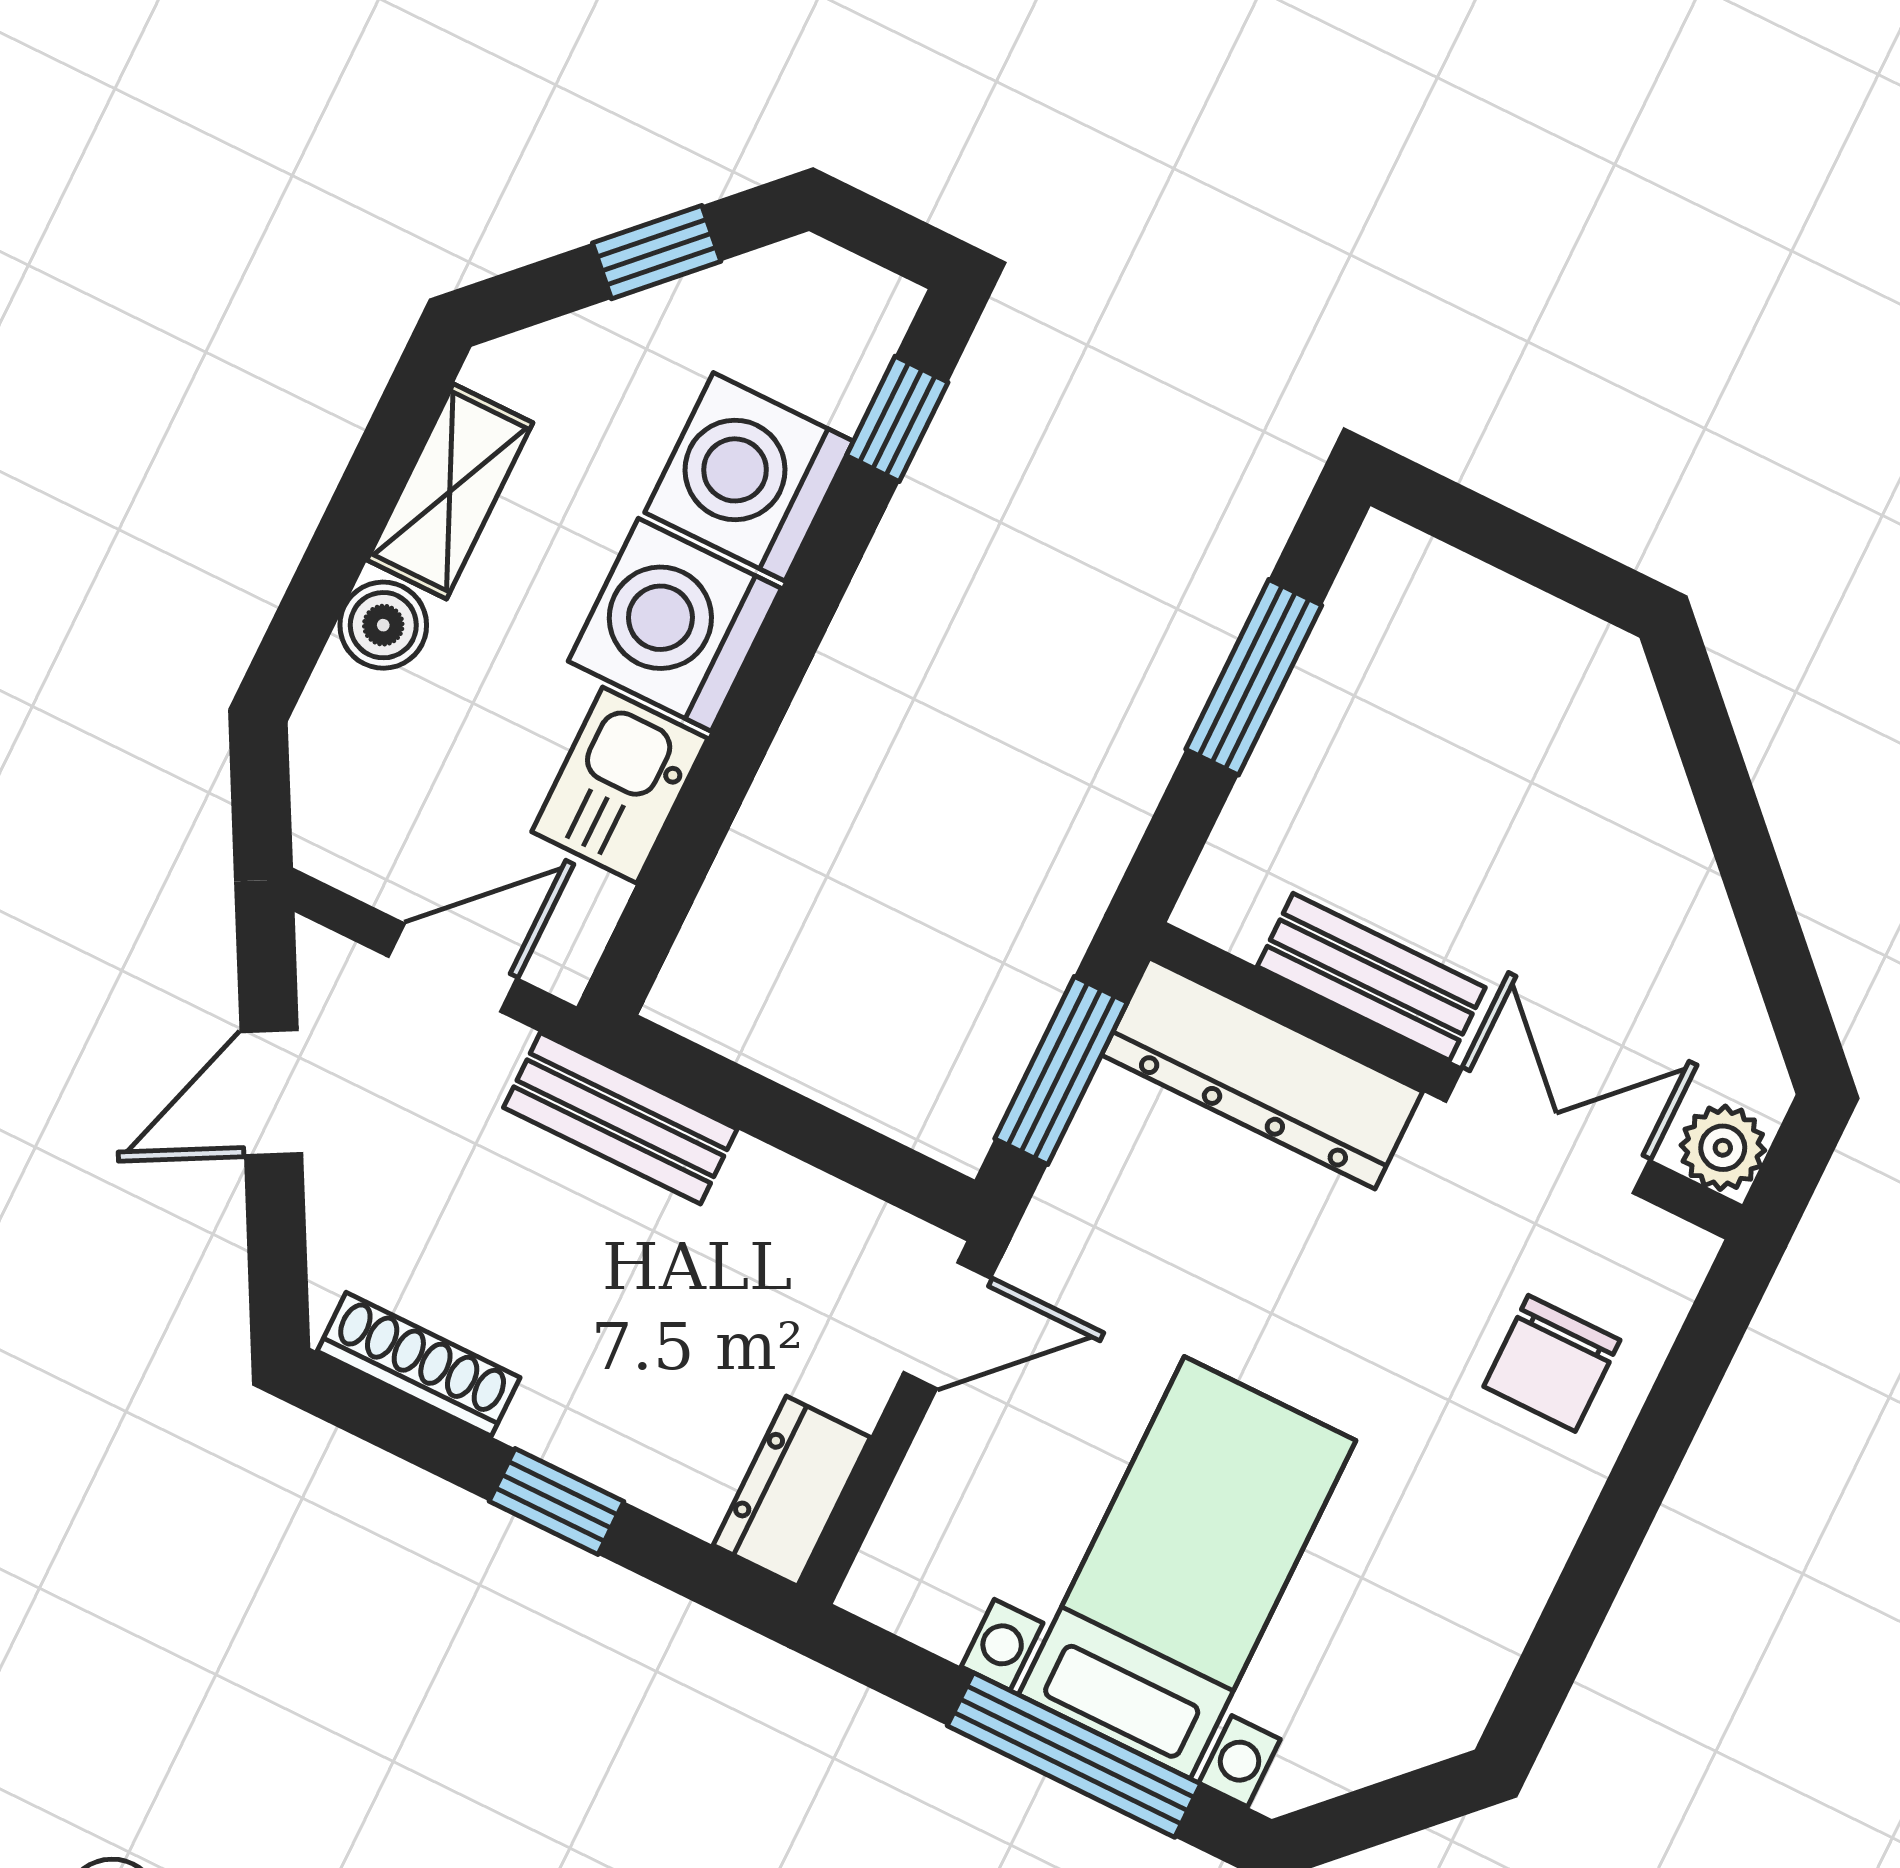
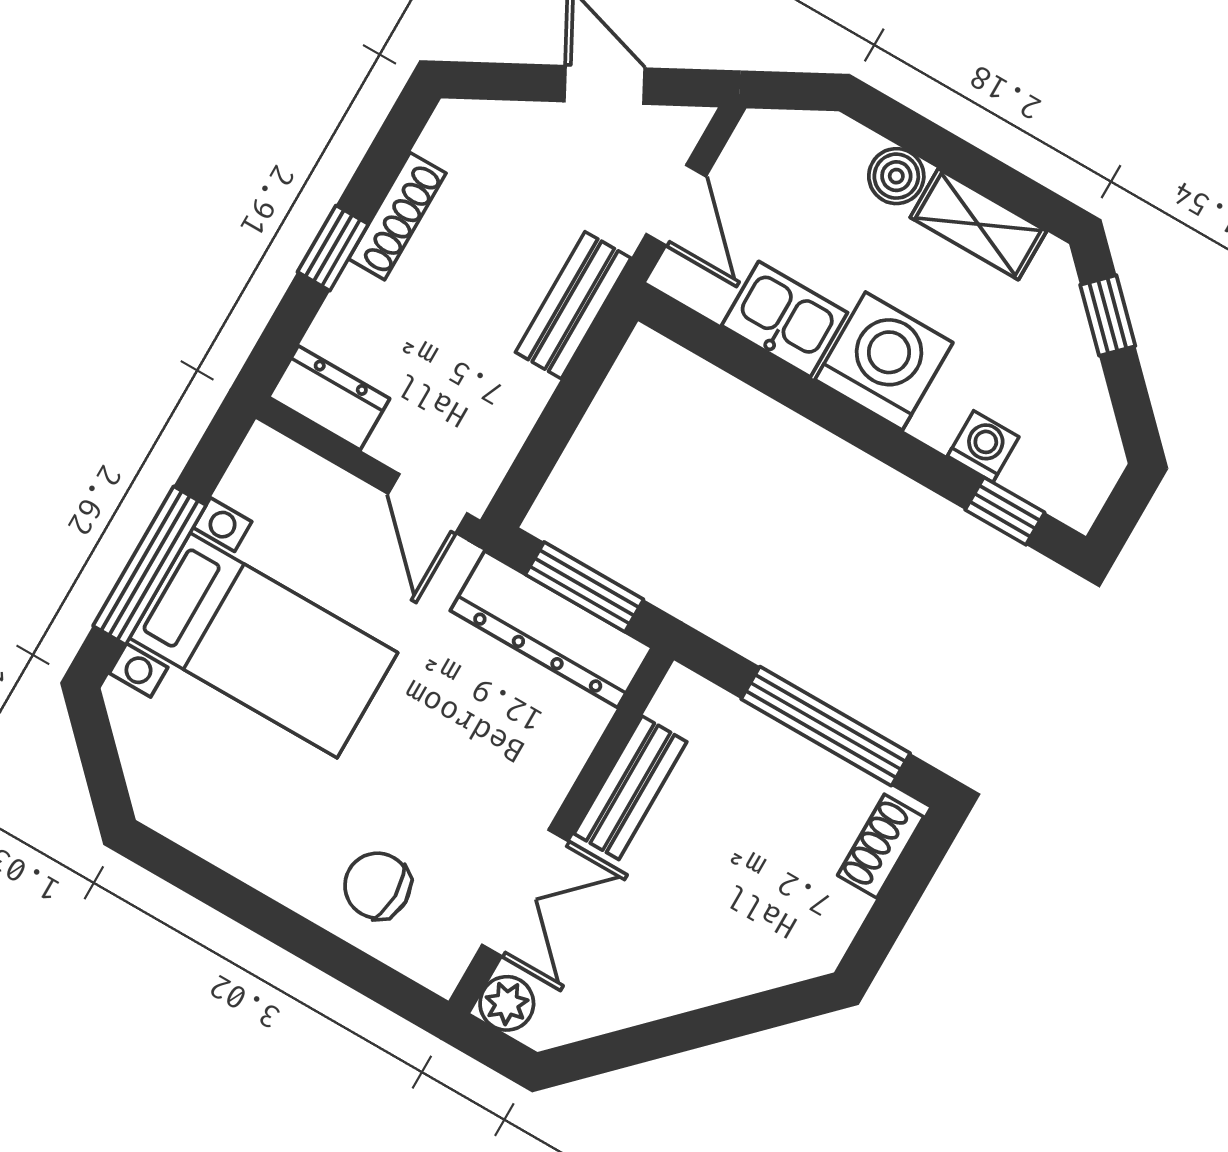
window: (657, 252) -> (1108, 315), moved
washing machine: (749, 477) -> (983, 446), width x0.53, depth x0.53
shoe rack: (1436, 578) -> (881, 846), added
window: (1254, 677) -> (826, 726), width x1.44
dresser: (1262, 1073) -> (551, 629), moved, turned -90
shoe rack: (419, 1364) -> (397, 216), moved

